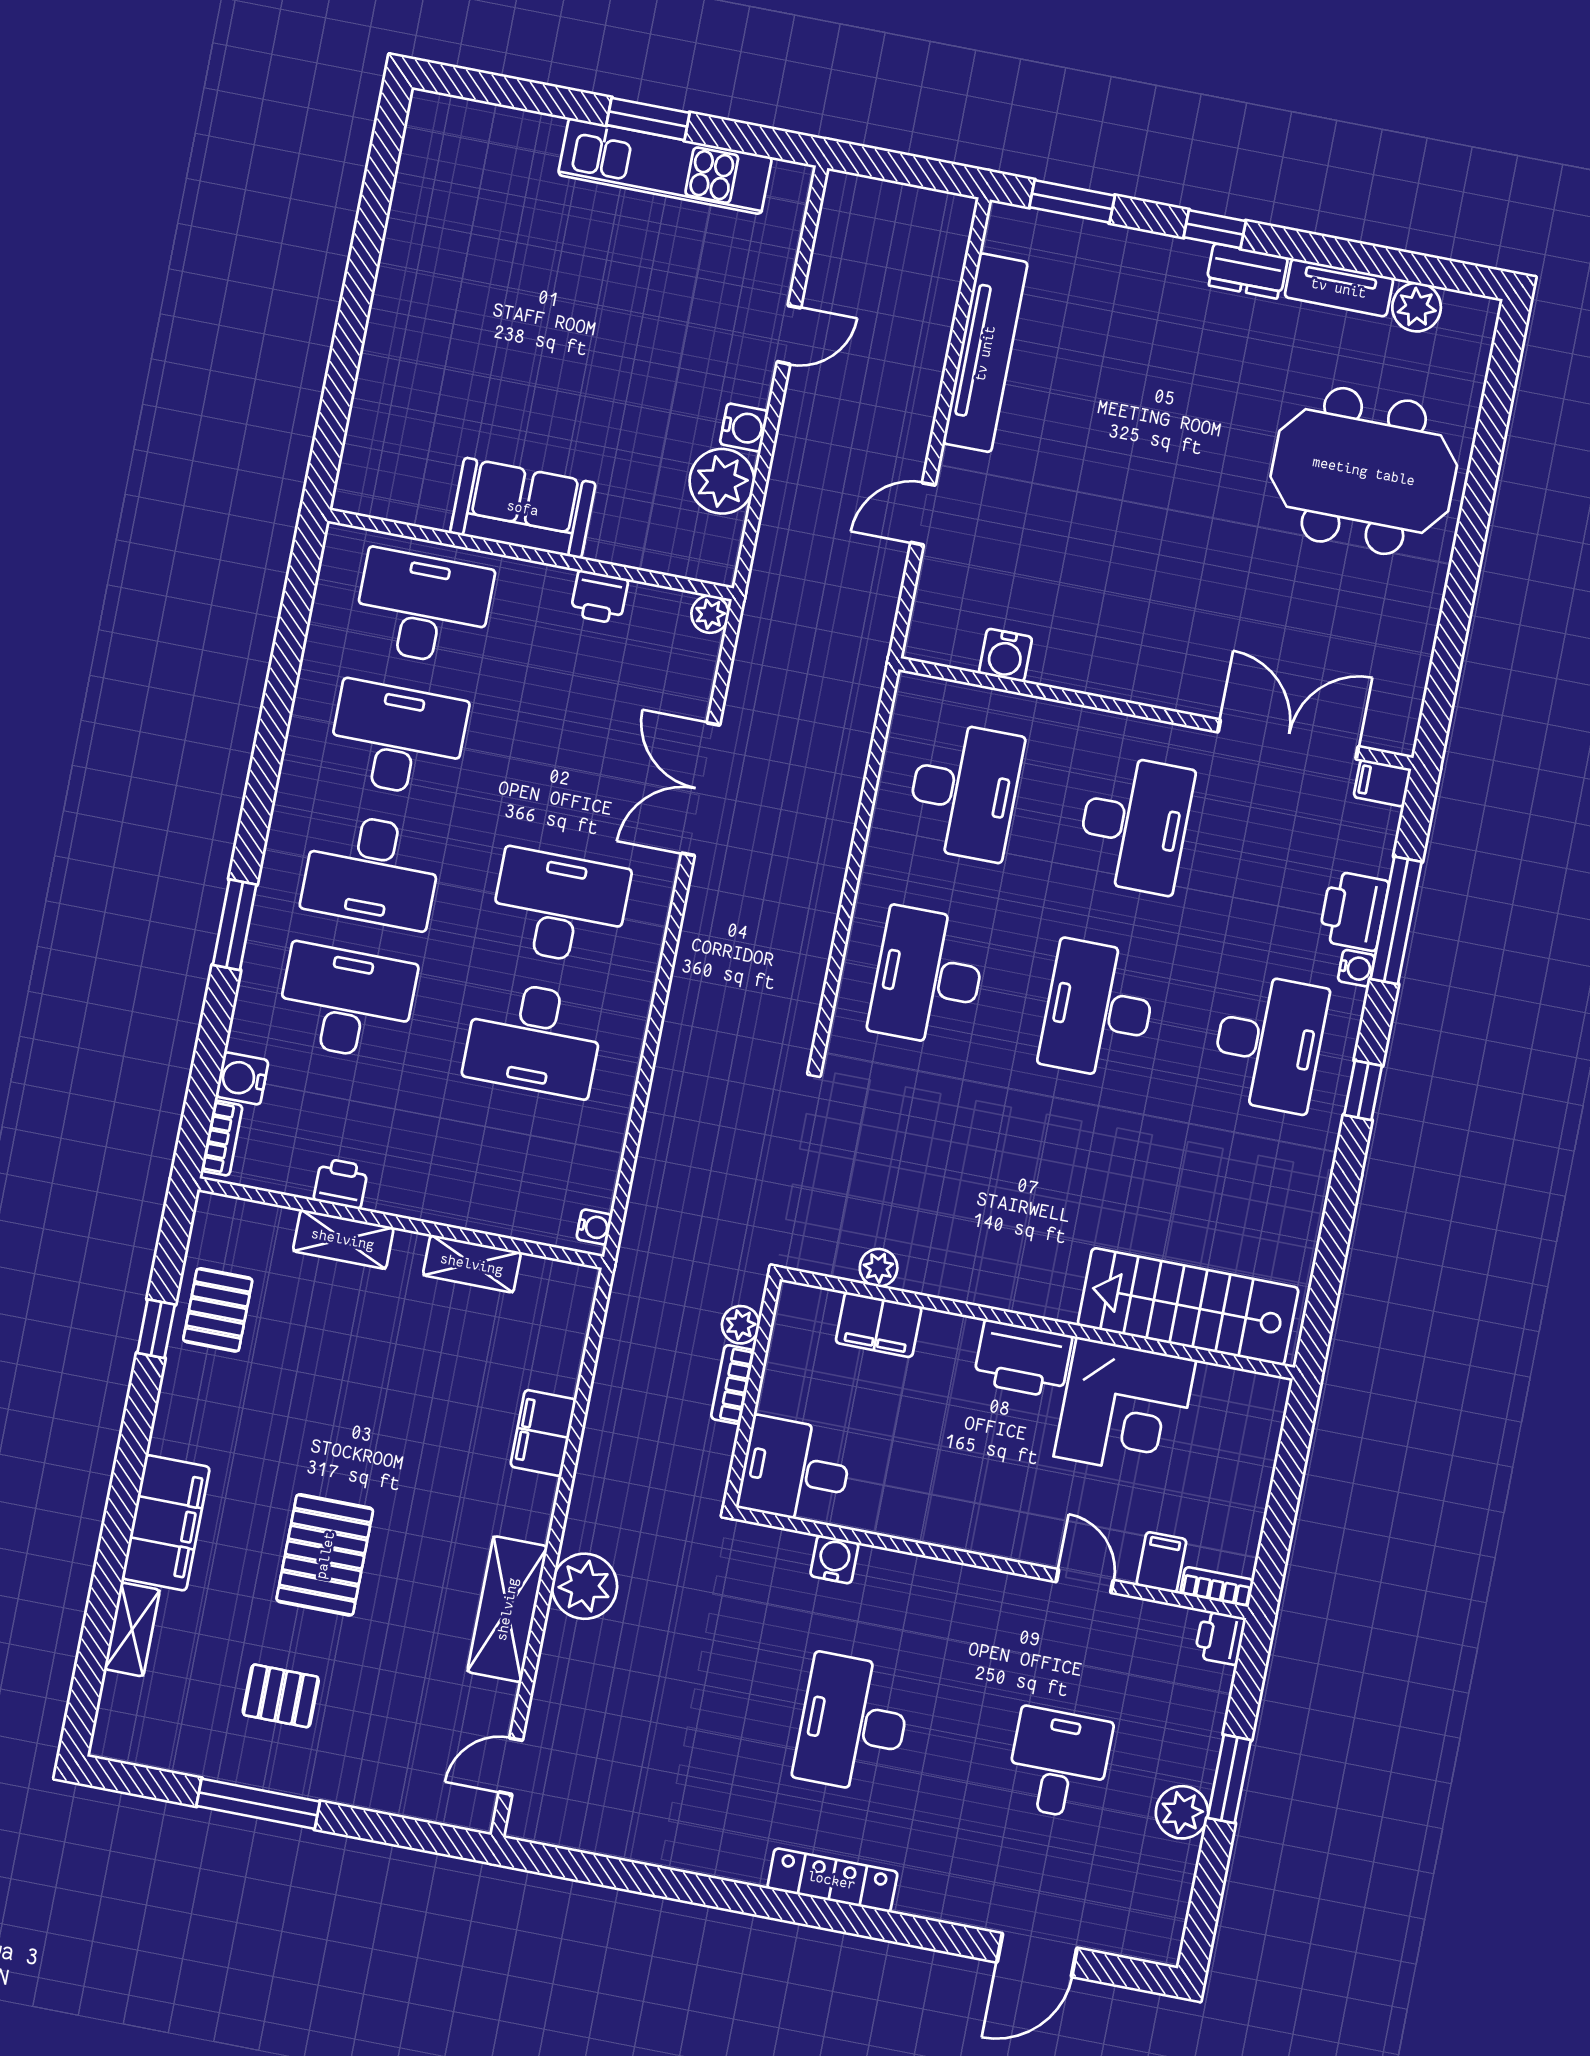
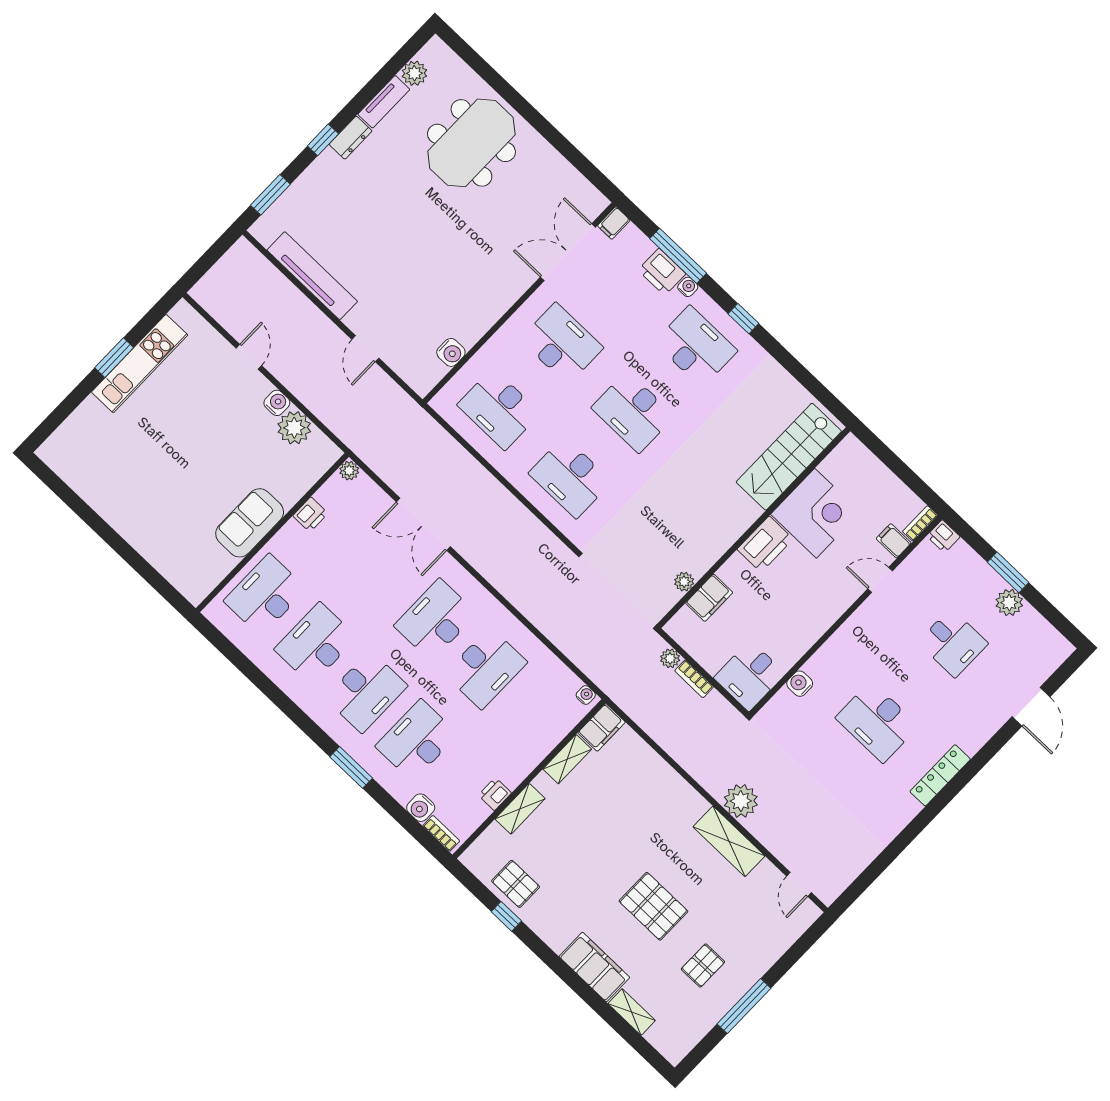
desk: (964, 791) -> (499, 409), turned 180
filing cabinet: (543, 1433) -> (602, 727), moved, turned -90
desk: (1059, 1763) -> (953, 643), turned 180

